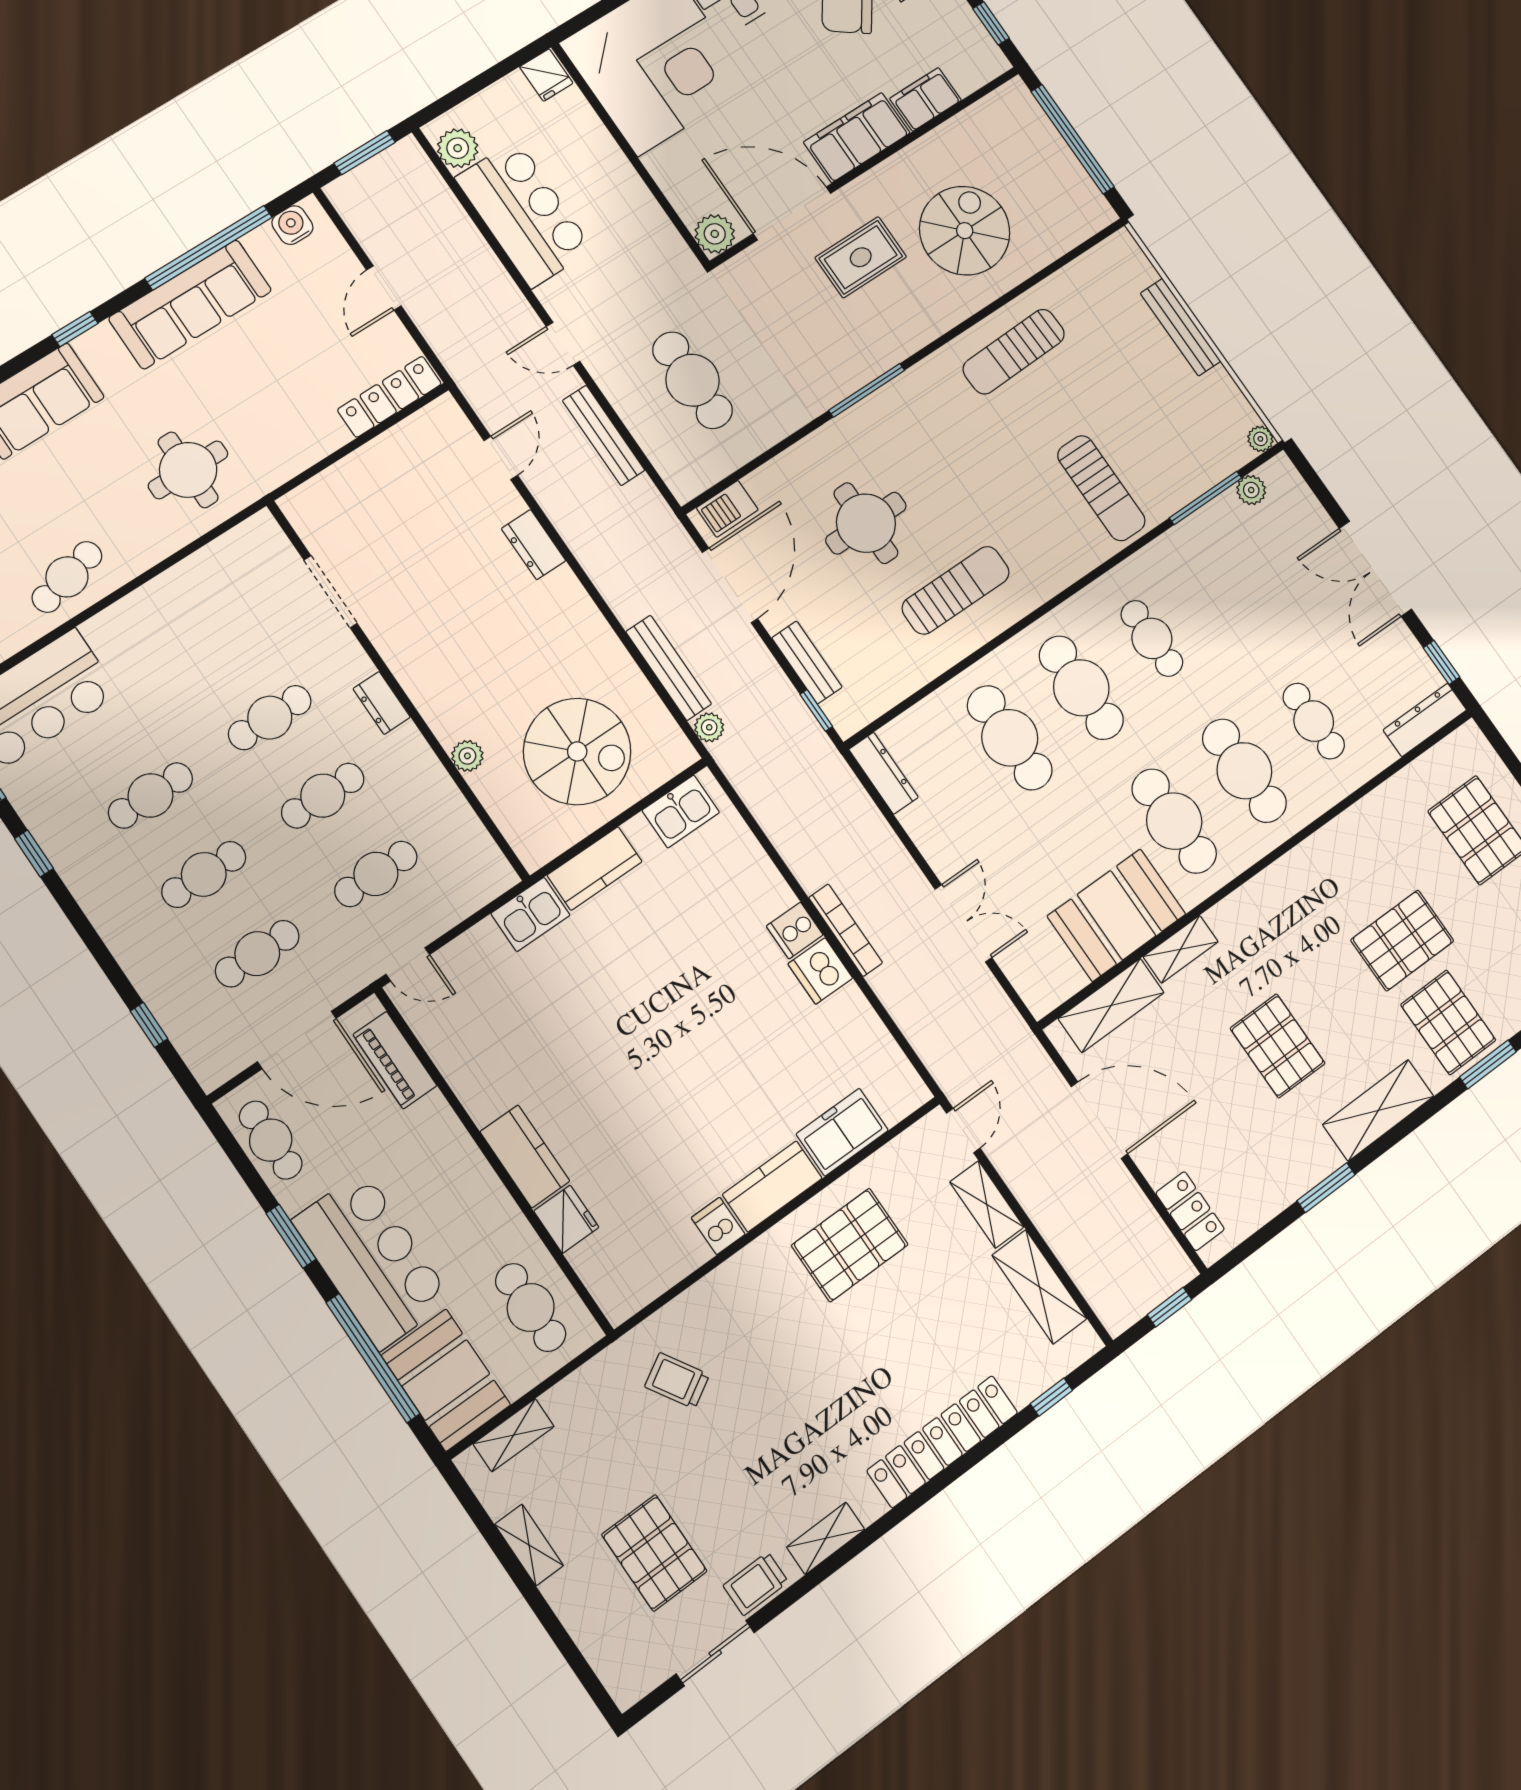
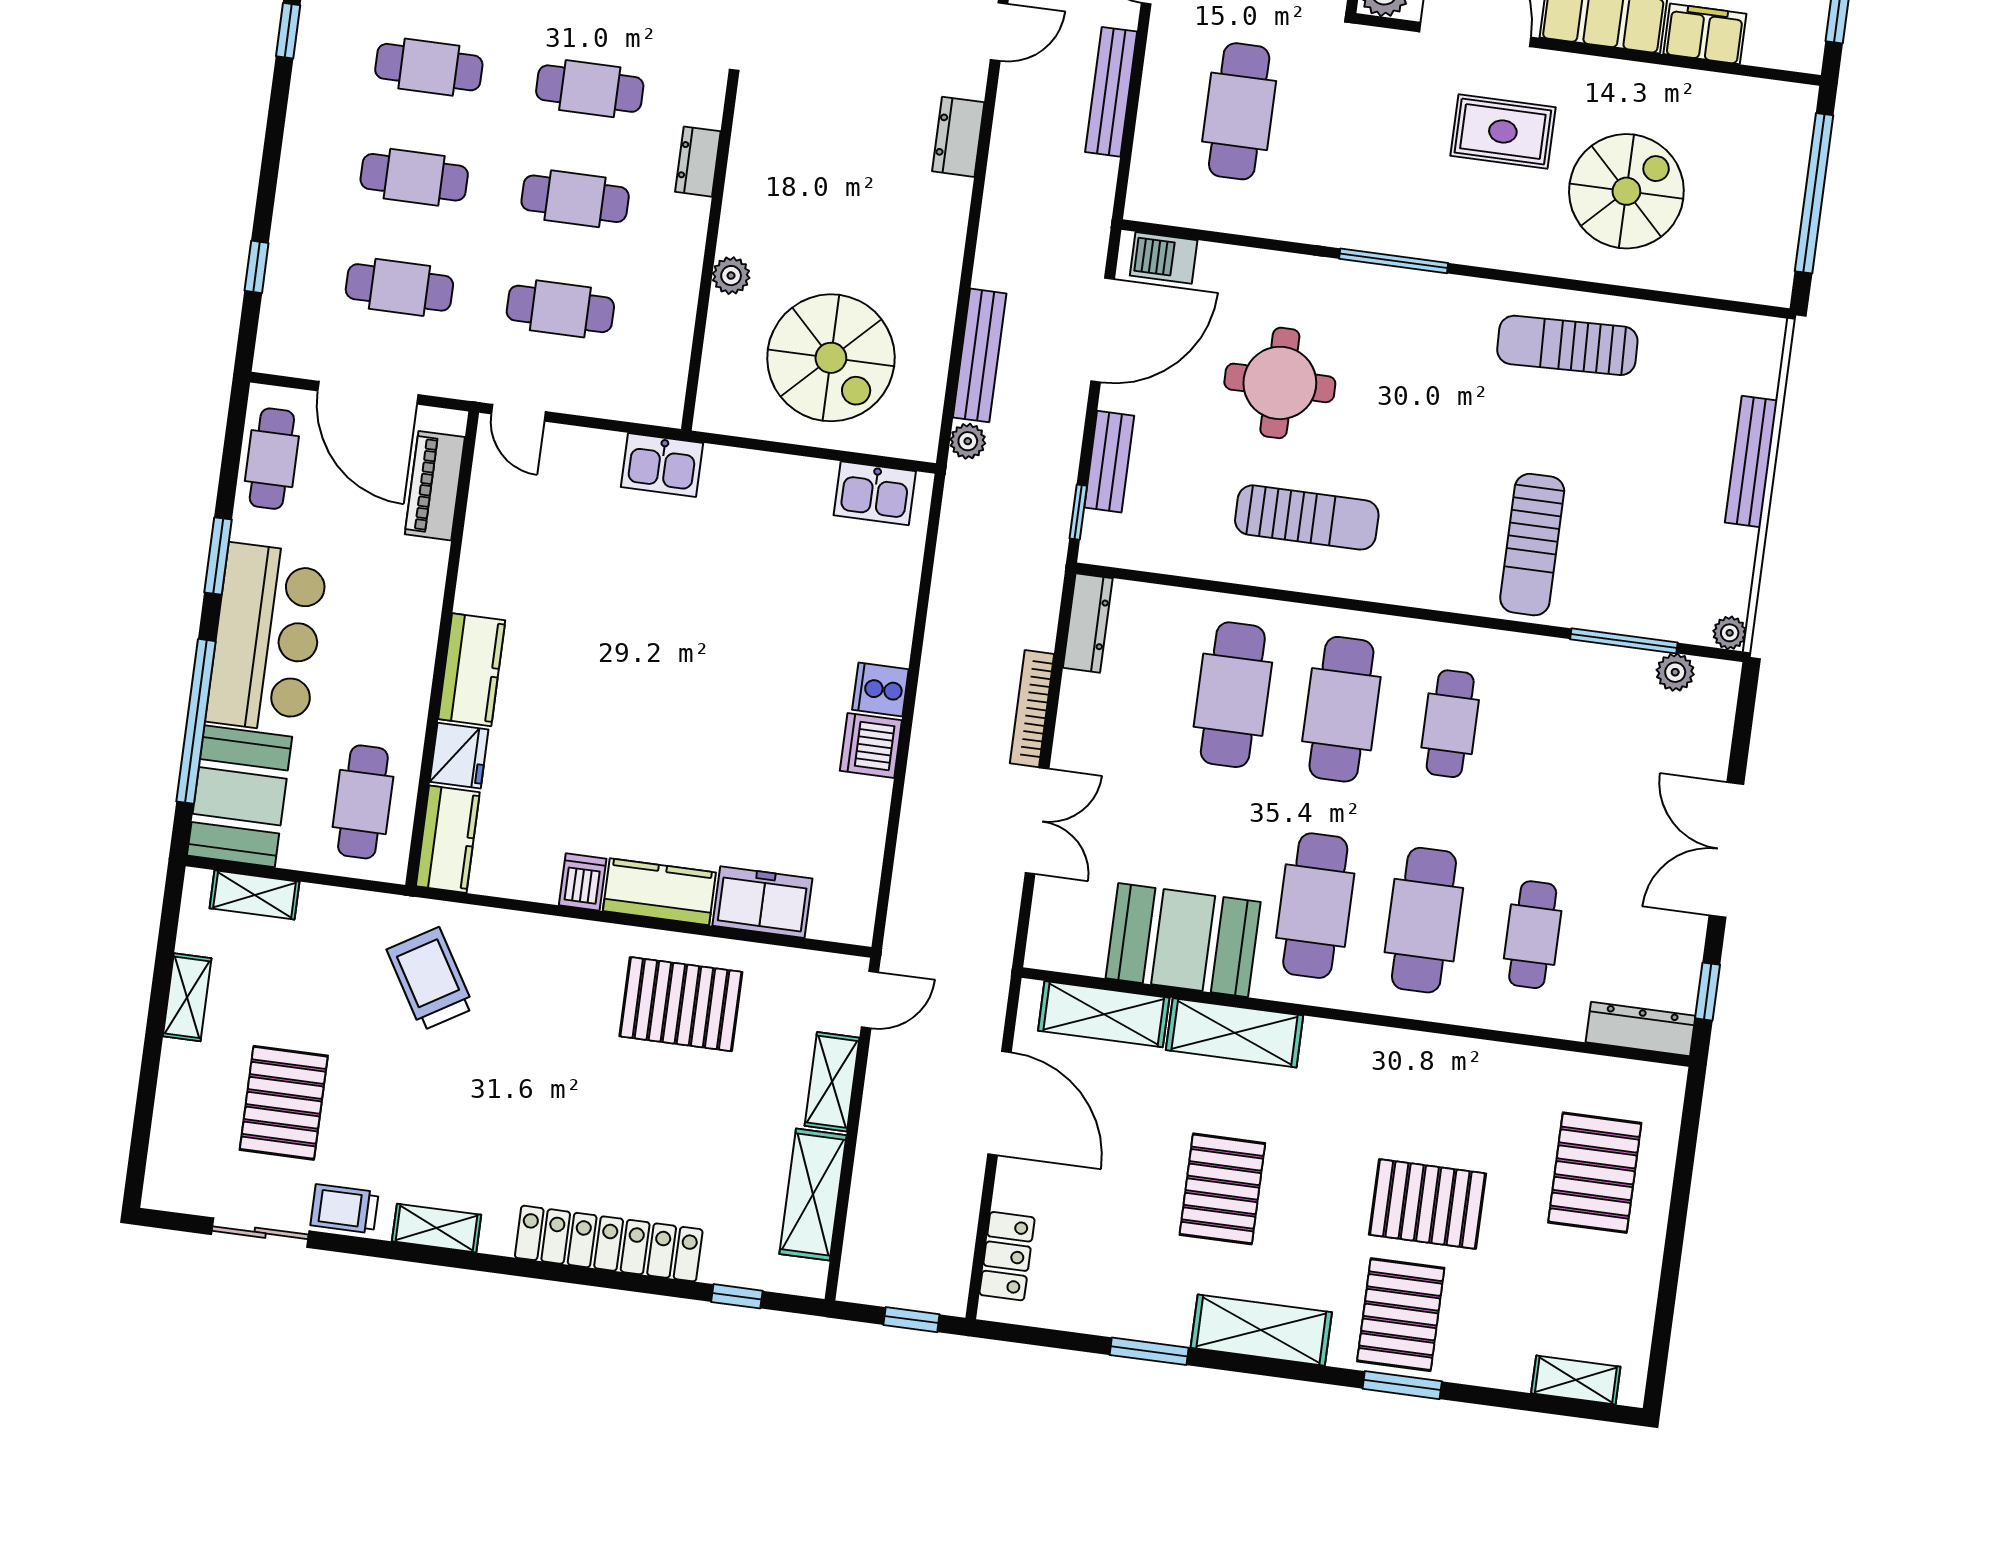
kitchen counter: (595, 868) -> (448, 839), moved, turned -90
bookcase: (846, 930) -> (1032, 709), moved, turned 180
shelving: (1181, 949) -> (1235, 1033), width x1.50, depth x1.33
trolley: (677, 1381) -> (430, 979), width x1.36, depth x1.39

